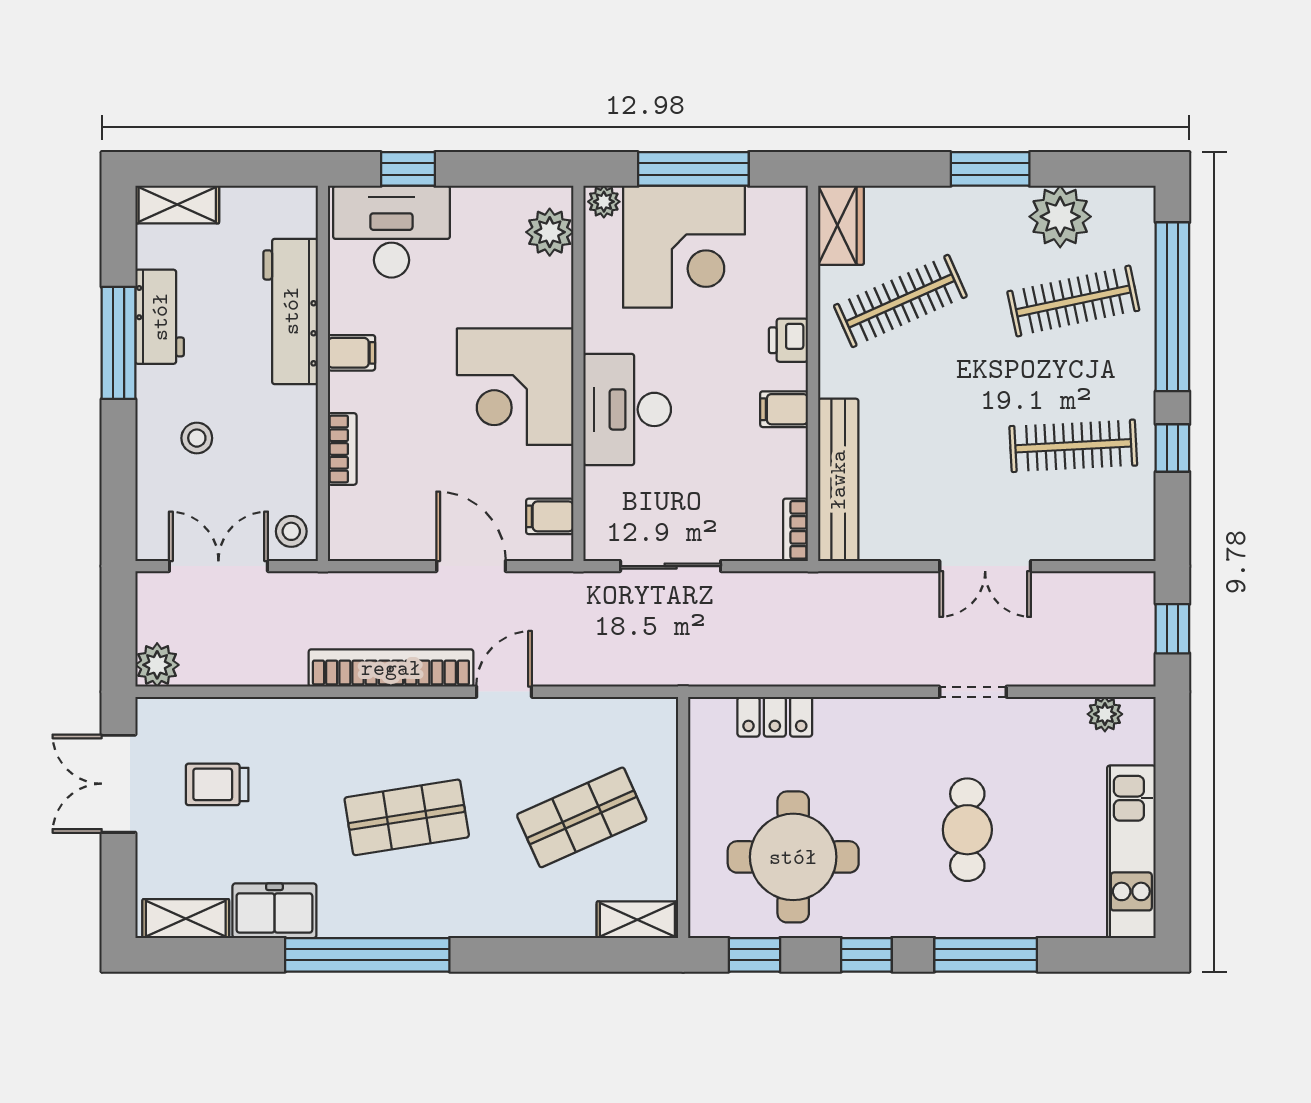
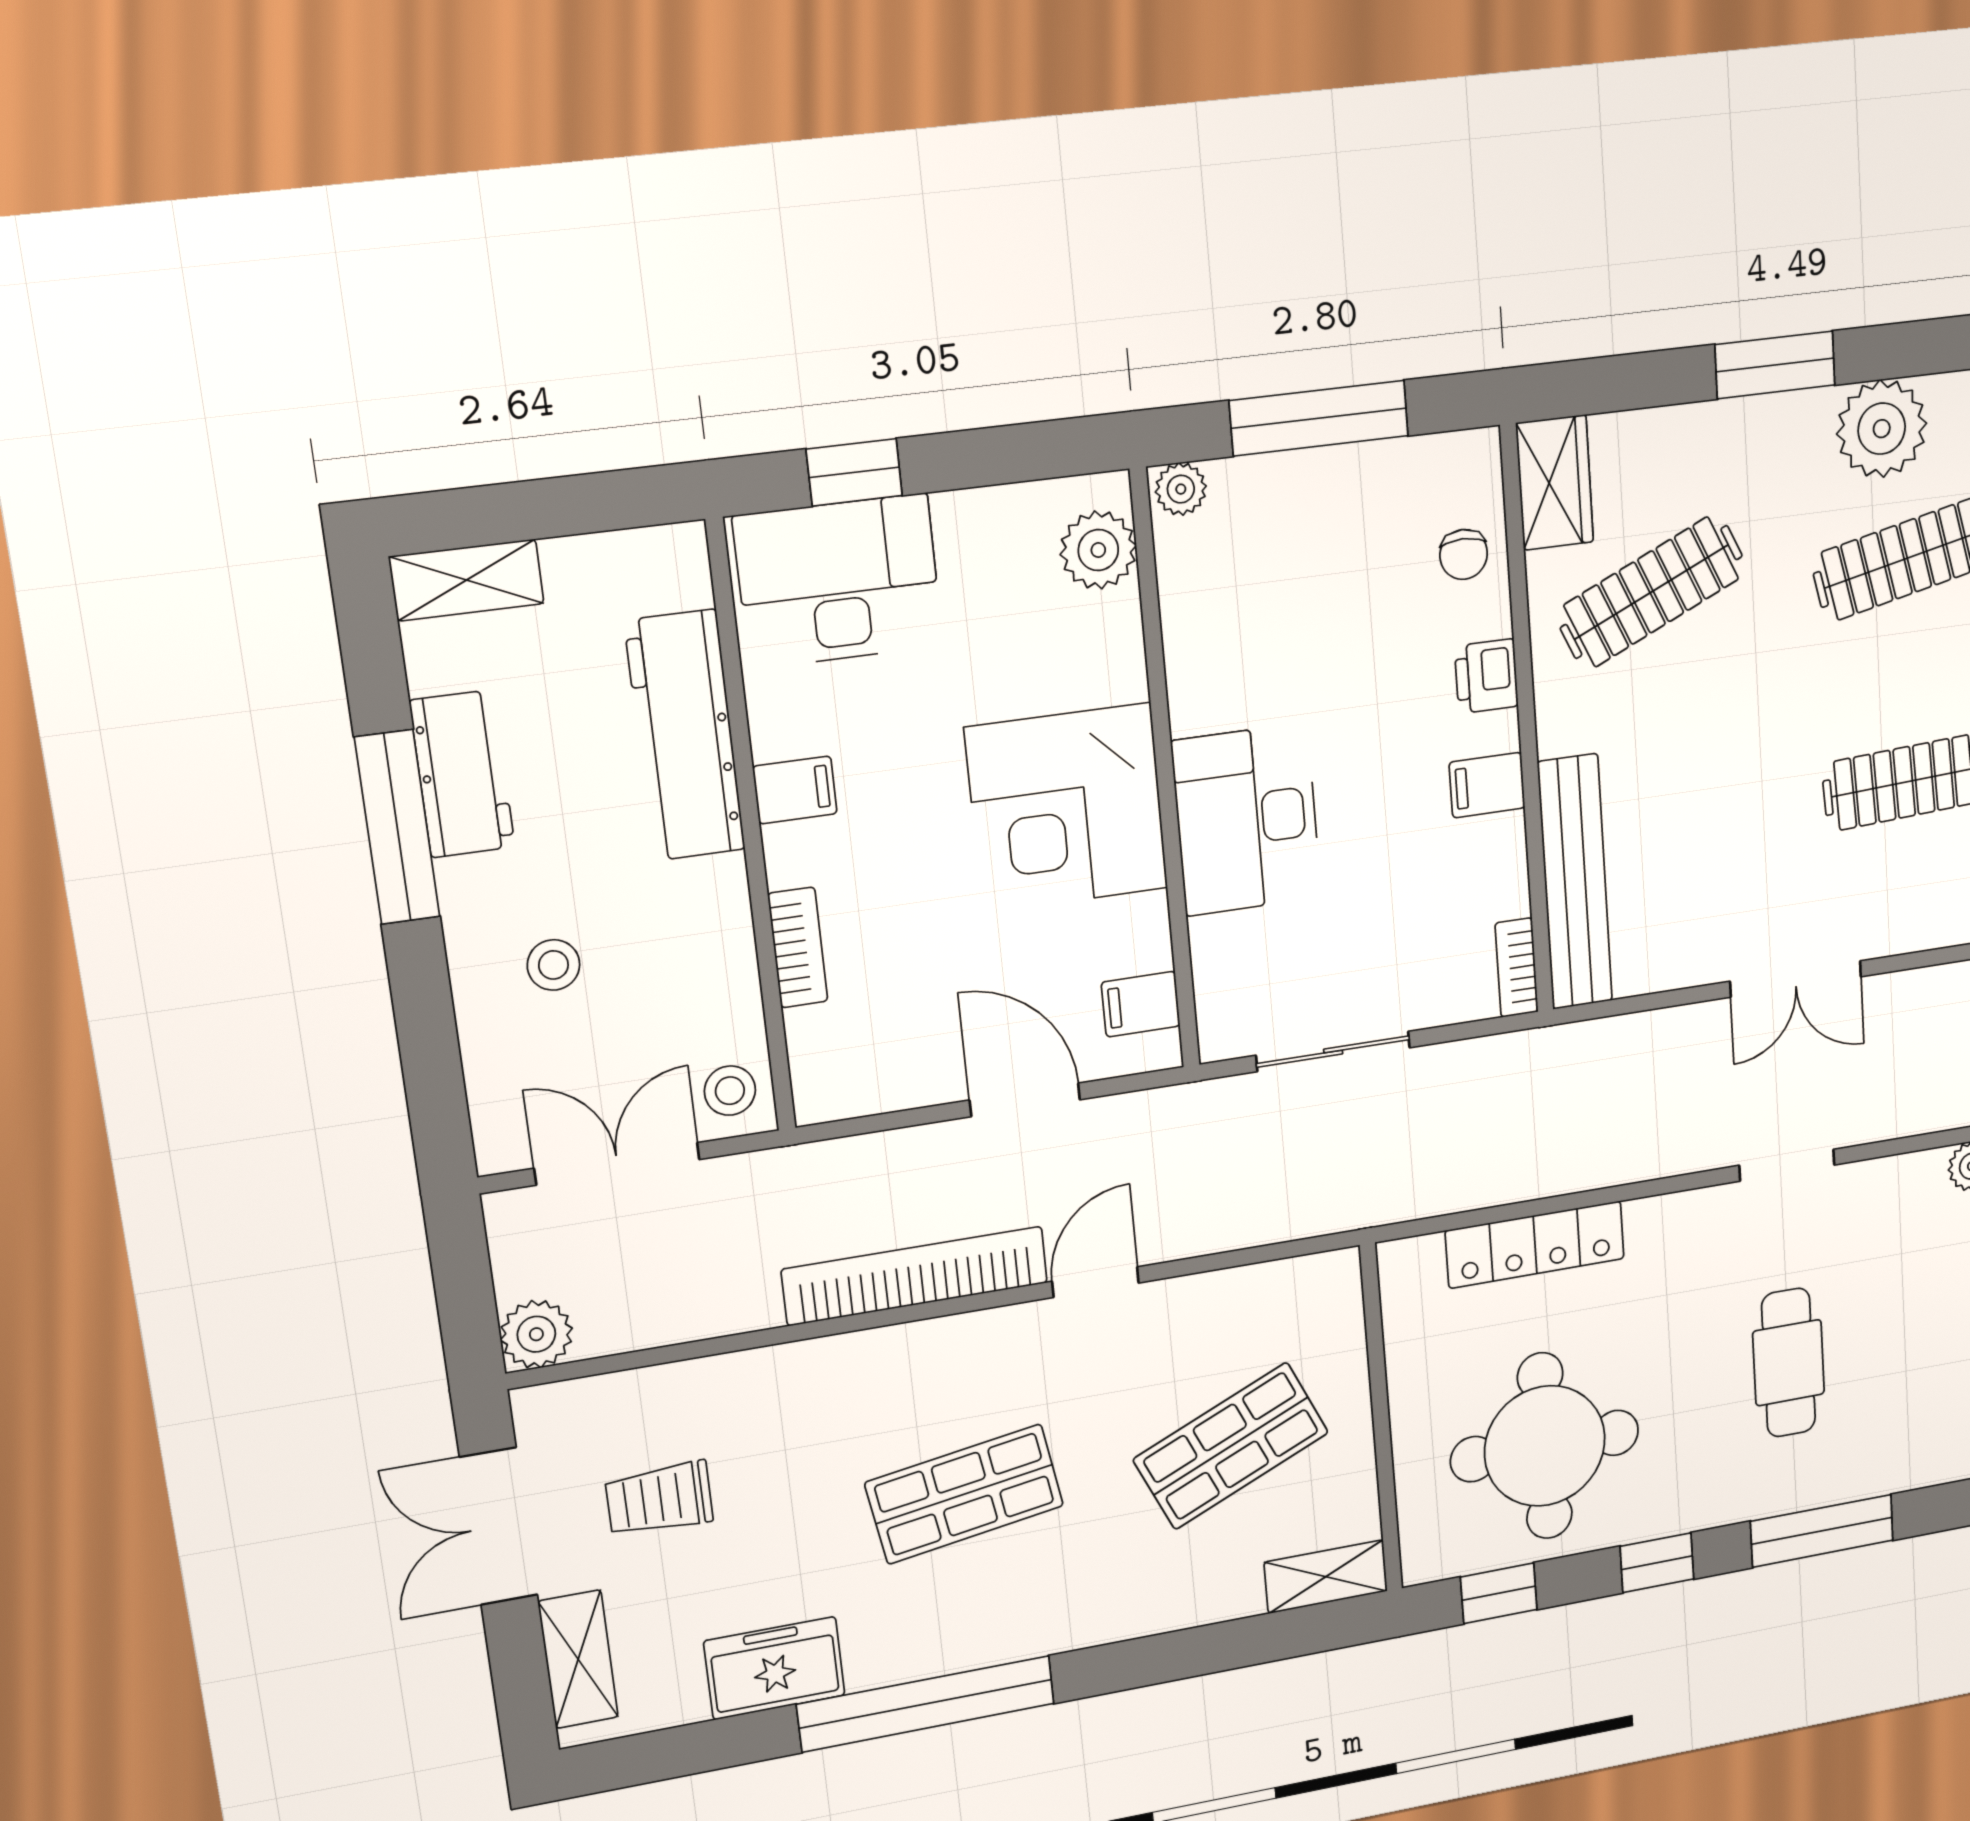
corner desk: (684, 247) -> (1314, 547), removed
chair: (779, 263) -> (1464, 554), added
locker: (775, 717) -> (1535, 1245), width x1.53
shelving: (186, 919) -> (578, 1659), moved, turned 90

